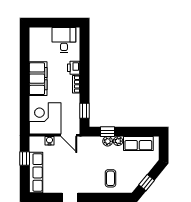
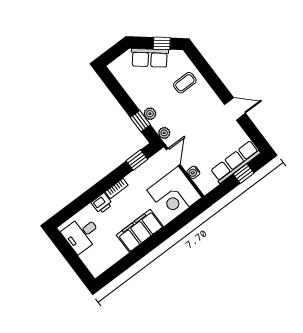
plant: (118, 141) -> (164, 133), moved
row of seats: (138, 143) -> (150, 58), moved, turned 129
window: (25, 158) -> (244, 174), moved

